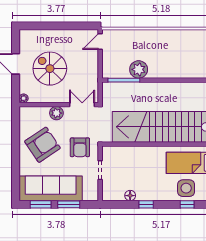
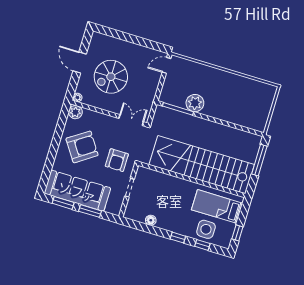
spiral stairs: (50, 69) -> (111, 77), turned -90
plant: (56, 113) -> (75, 112), moved
window: (146, 204) -> (178, 238), moved

